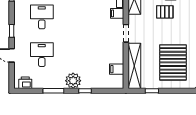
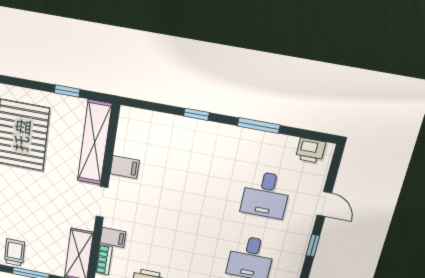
pallet: (165, 12) -> (28, 223), removed
filing cabinet: (117, 69) -> (125, 167), moved
plant: (73, 81) -> (216, 137), removed

